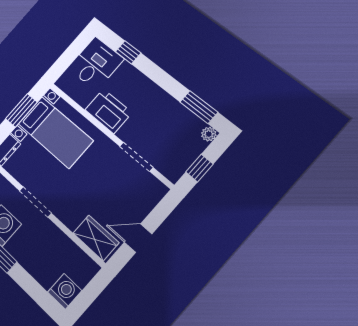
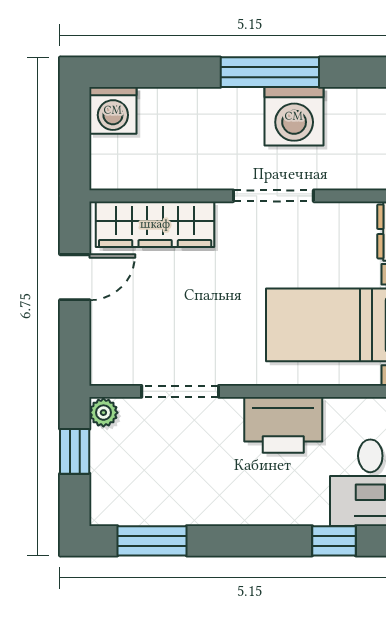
plant: (209, 134) -> (103, 413), moved
wardrobe: (96, 238) -> (155, 224), width x1.50

